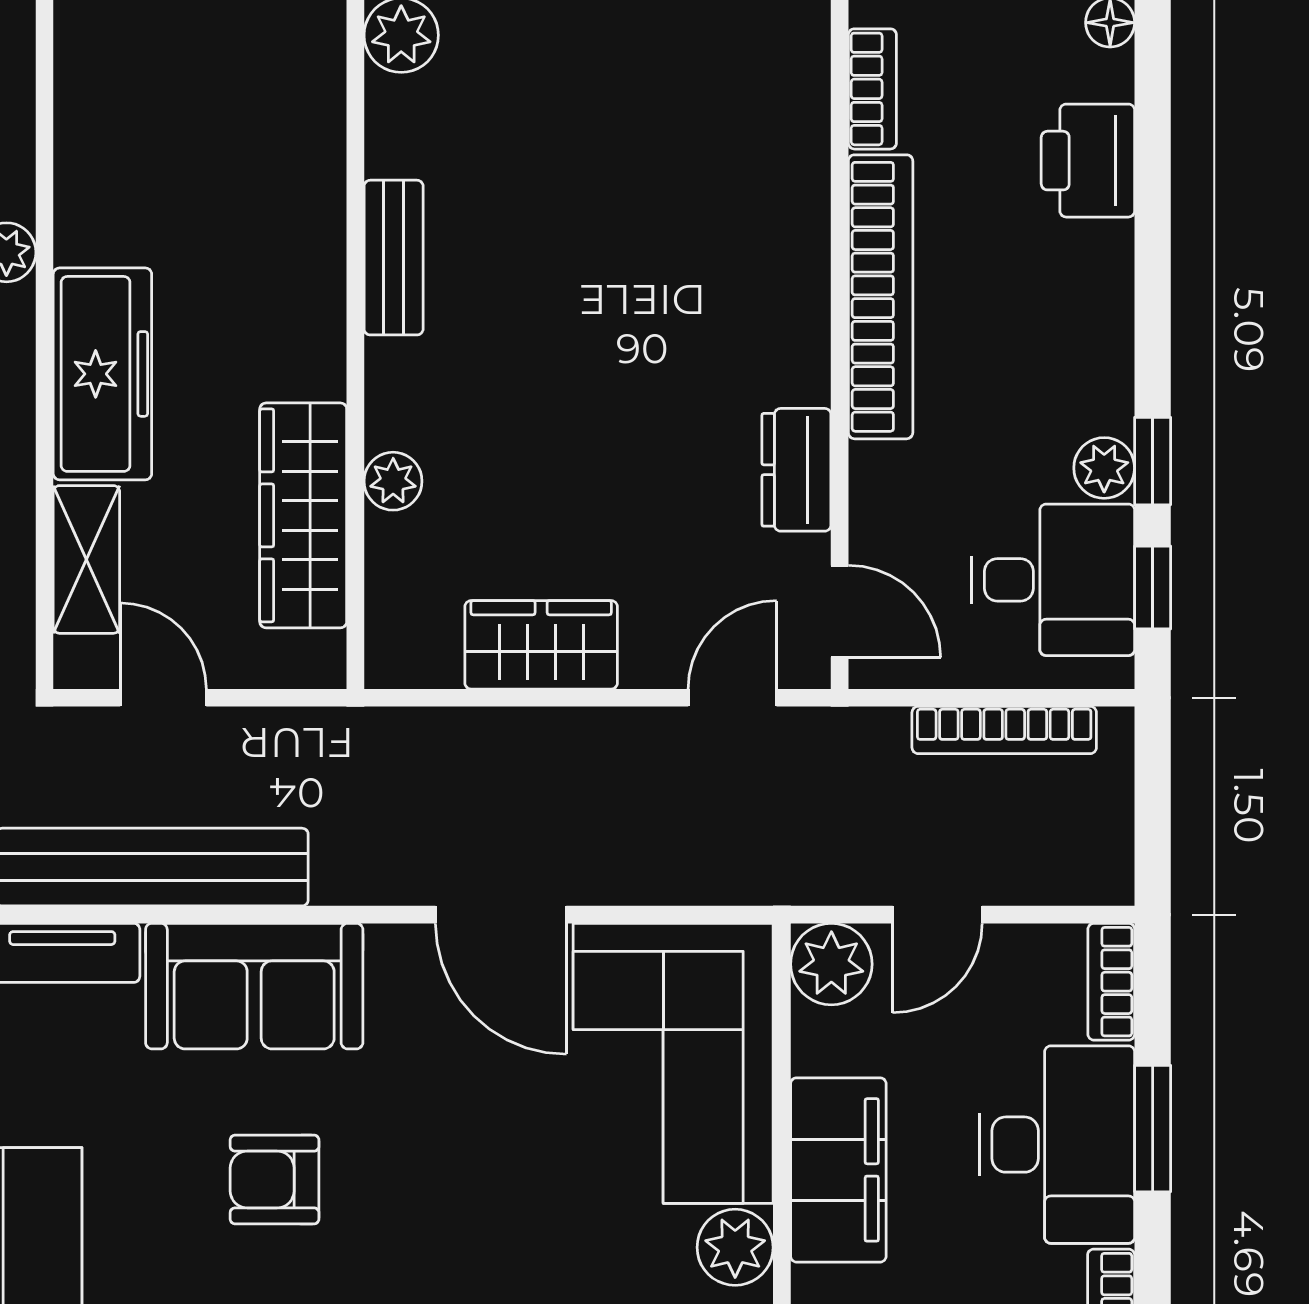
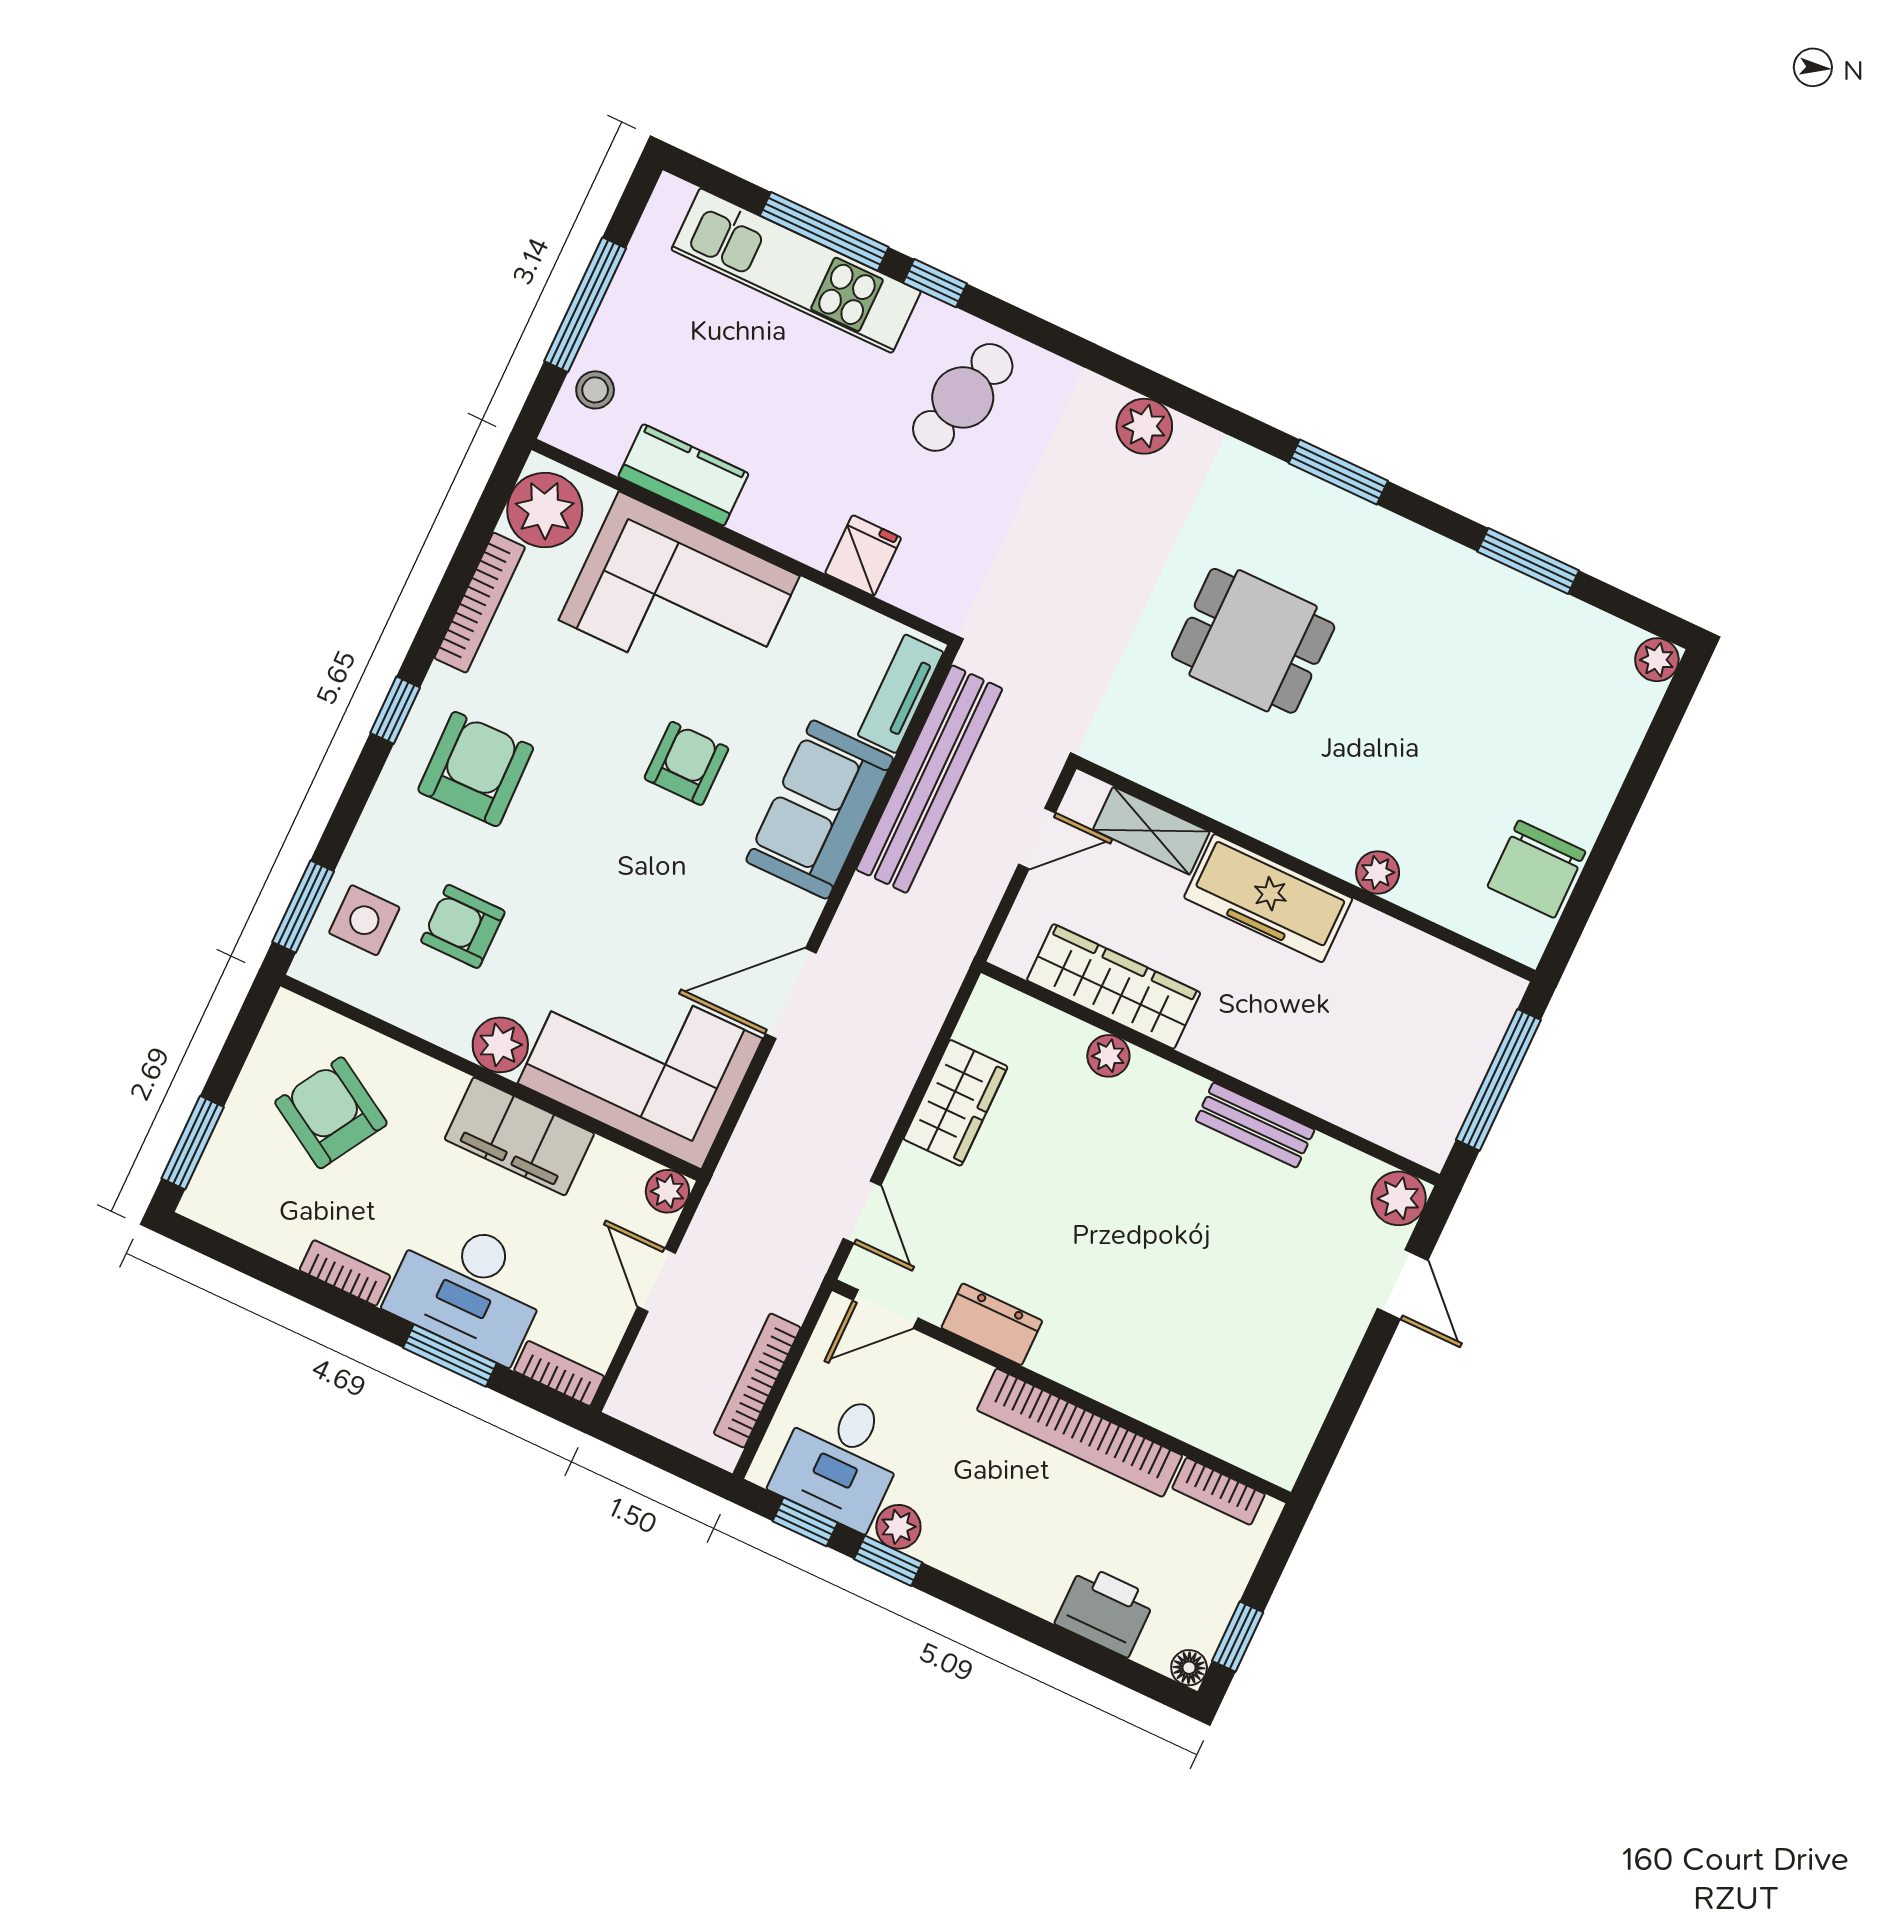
plant: (831, 964) -> (667, 1191), width x0.73, depth x0.73

